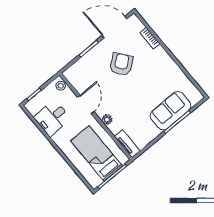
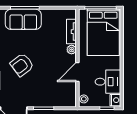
armchair: (121, 64) -> (22, 65), moved
nightstand: (33, 107) -> (115, 100), added
tv unit: (127, 144) -> (71, 32), moved
bed: (97, 153) -> (103, 32), width x1.50

